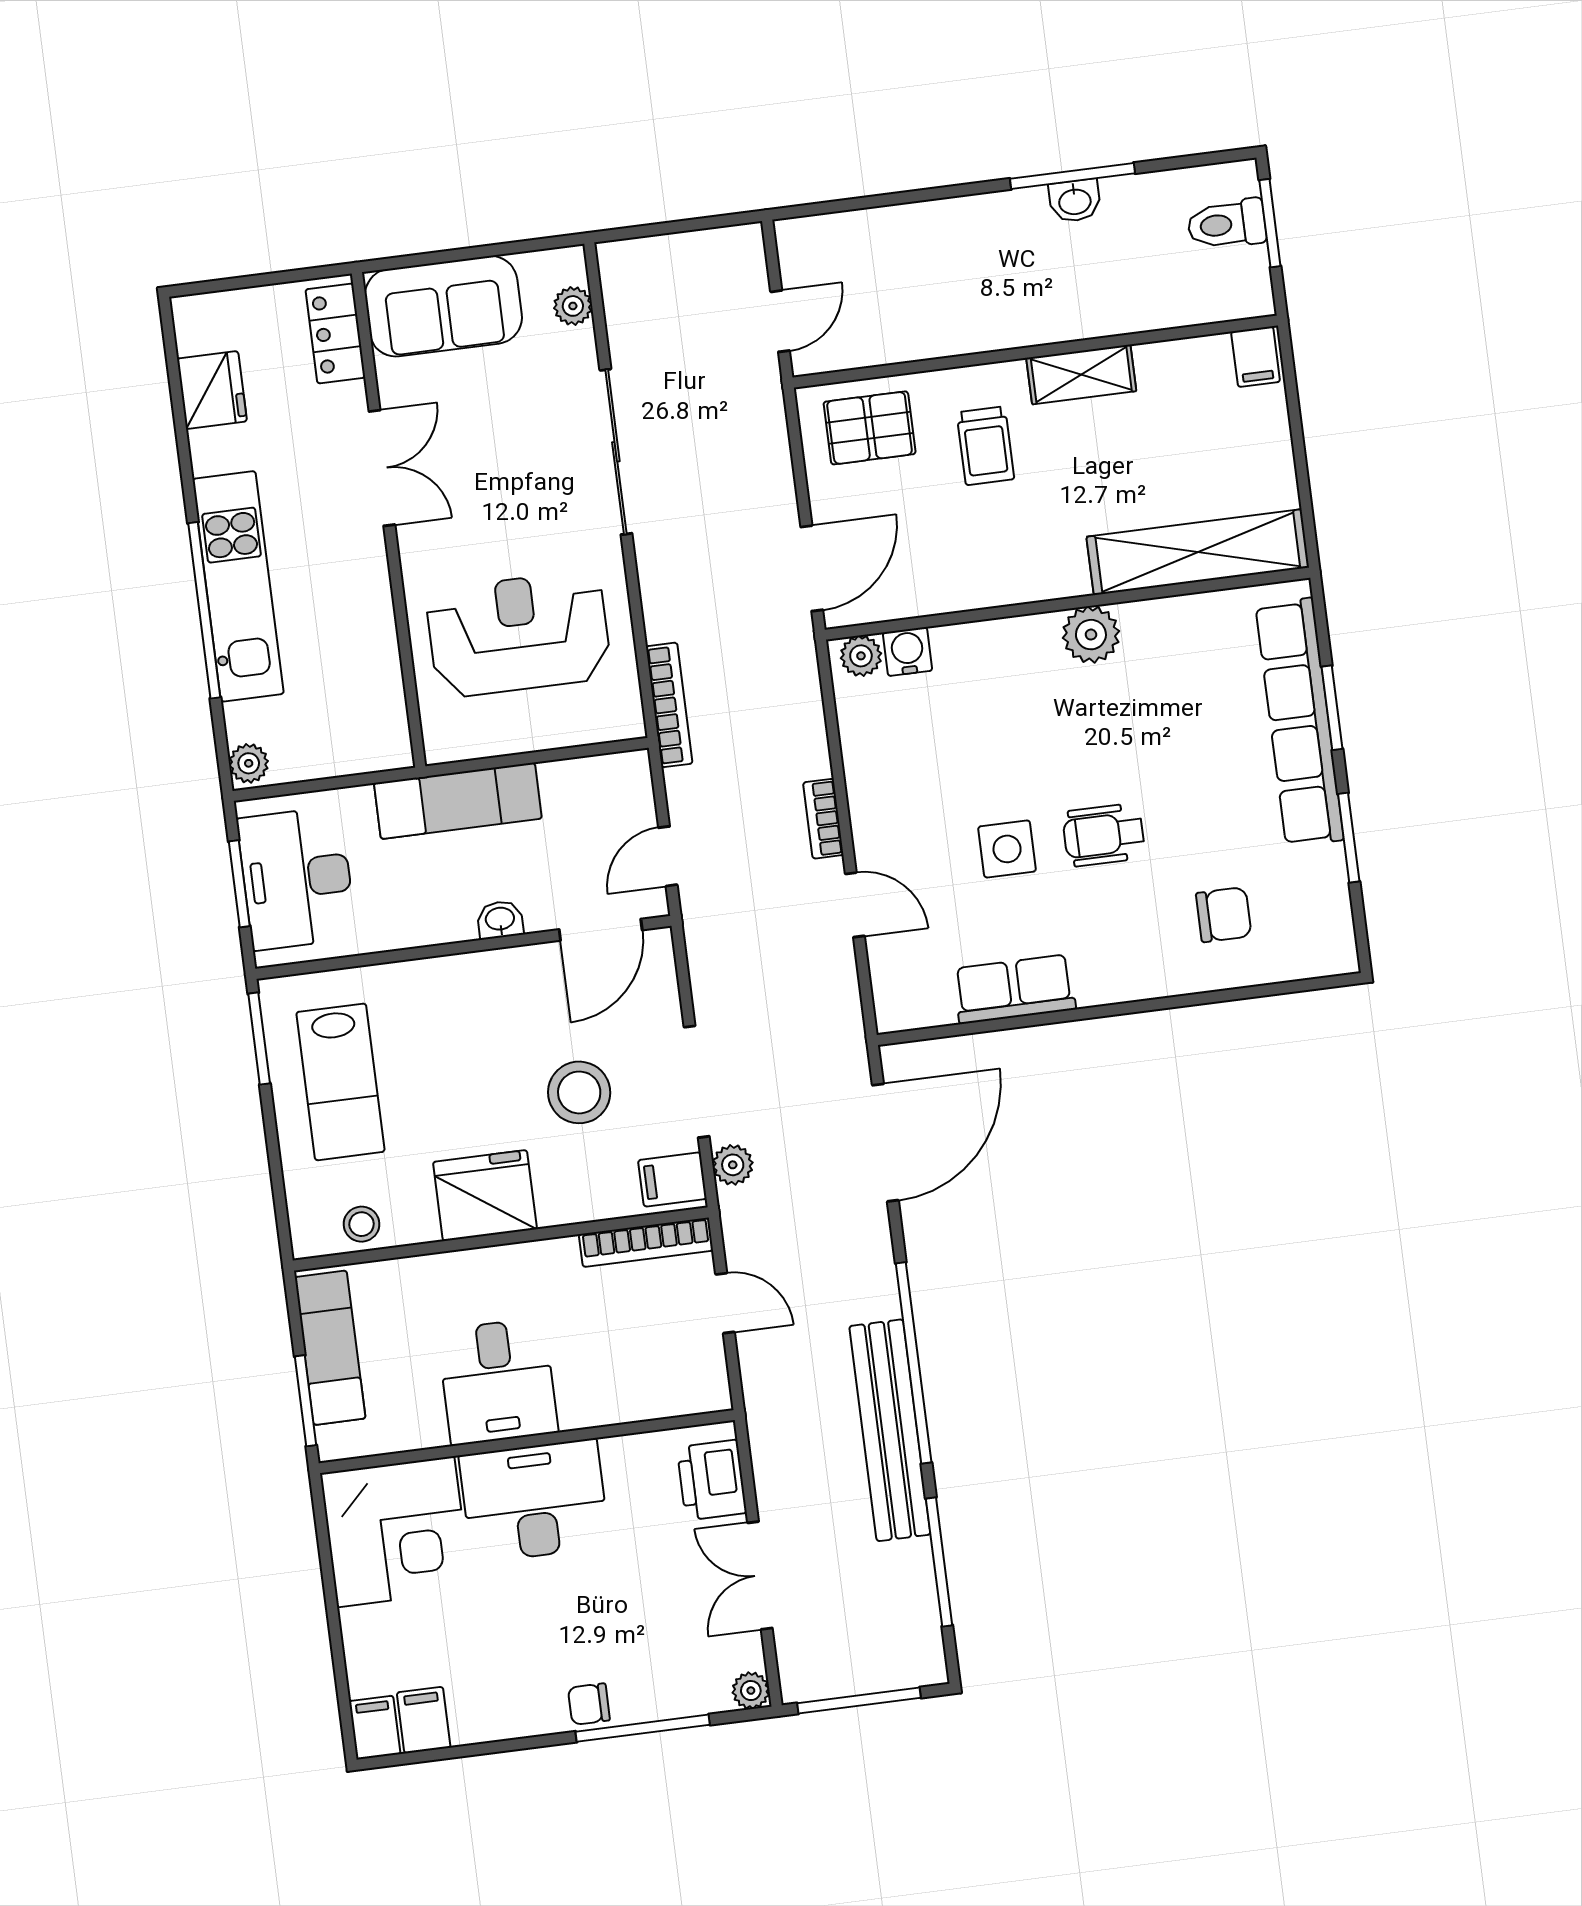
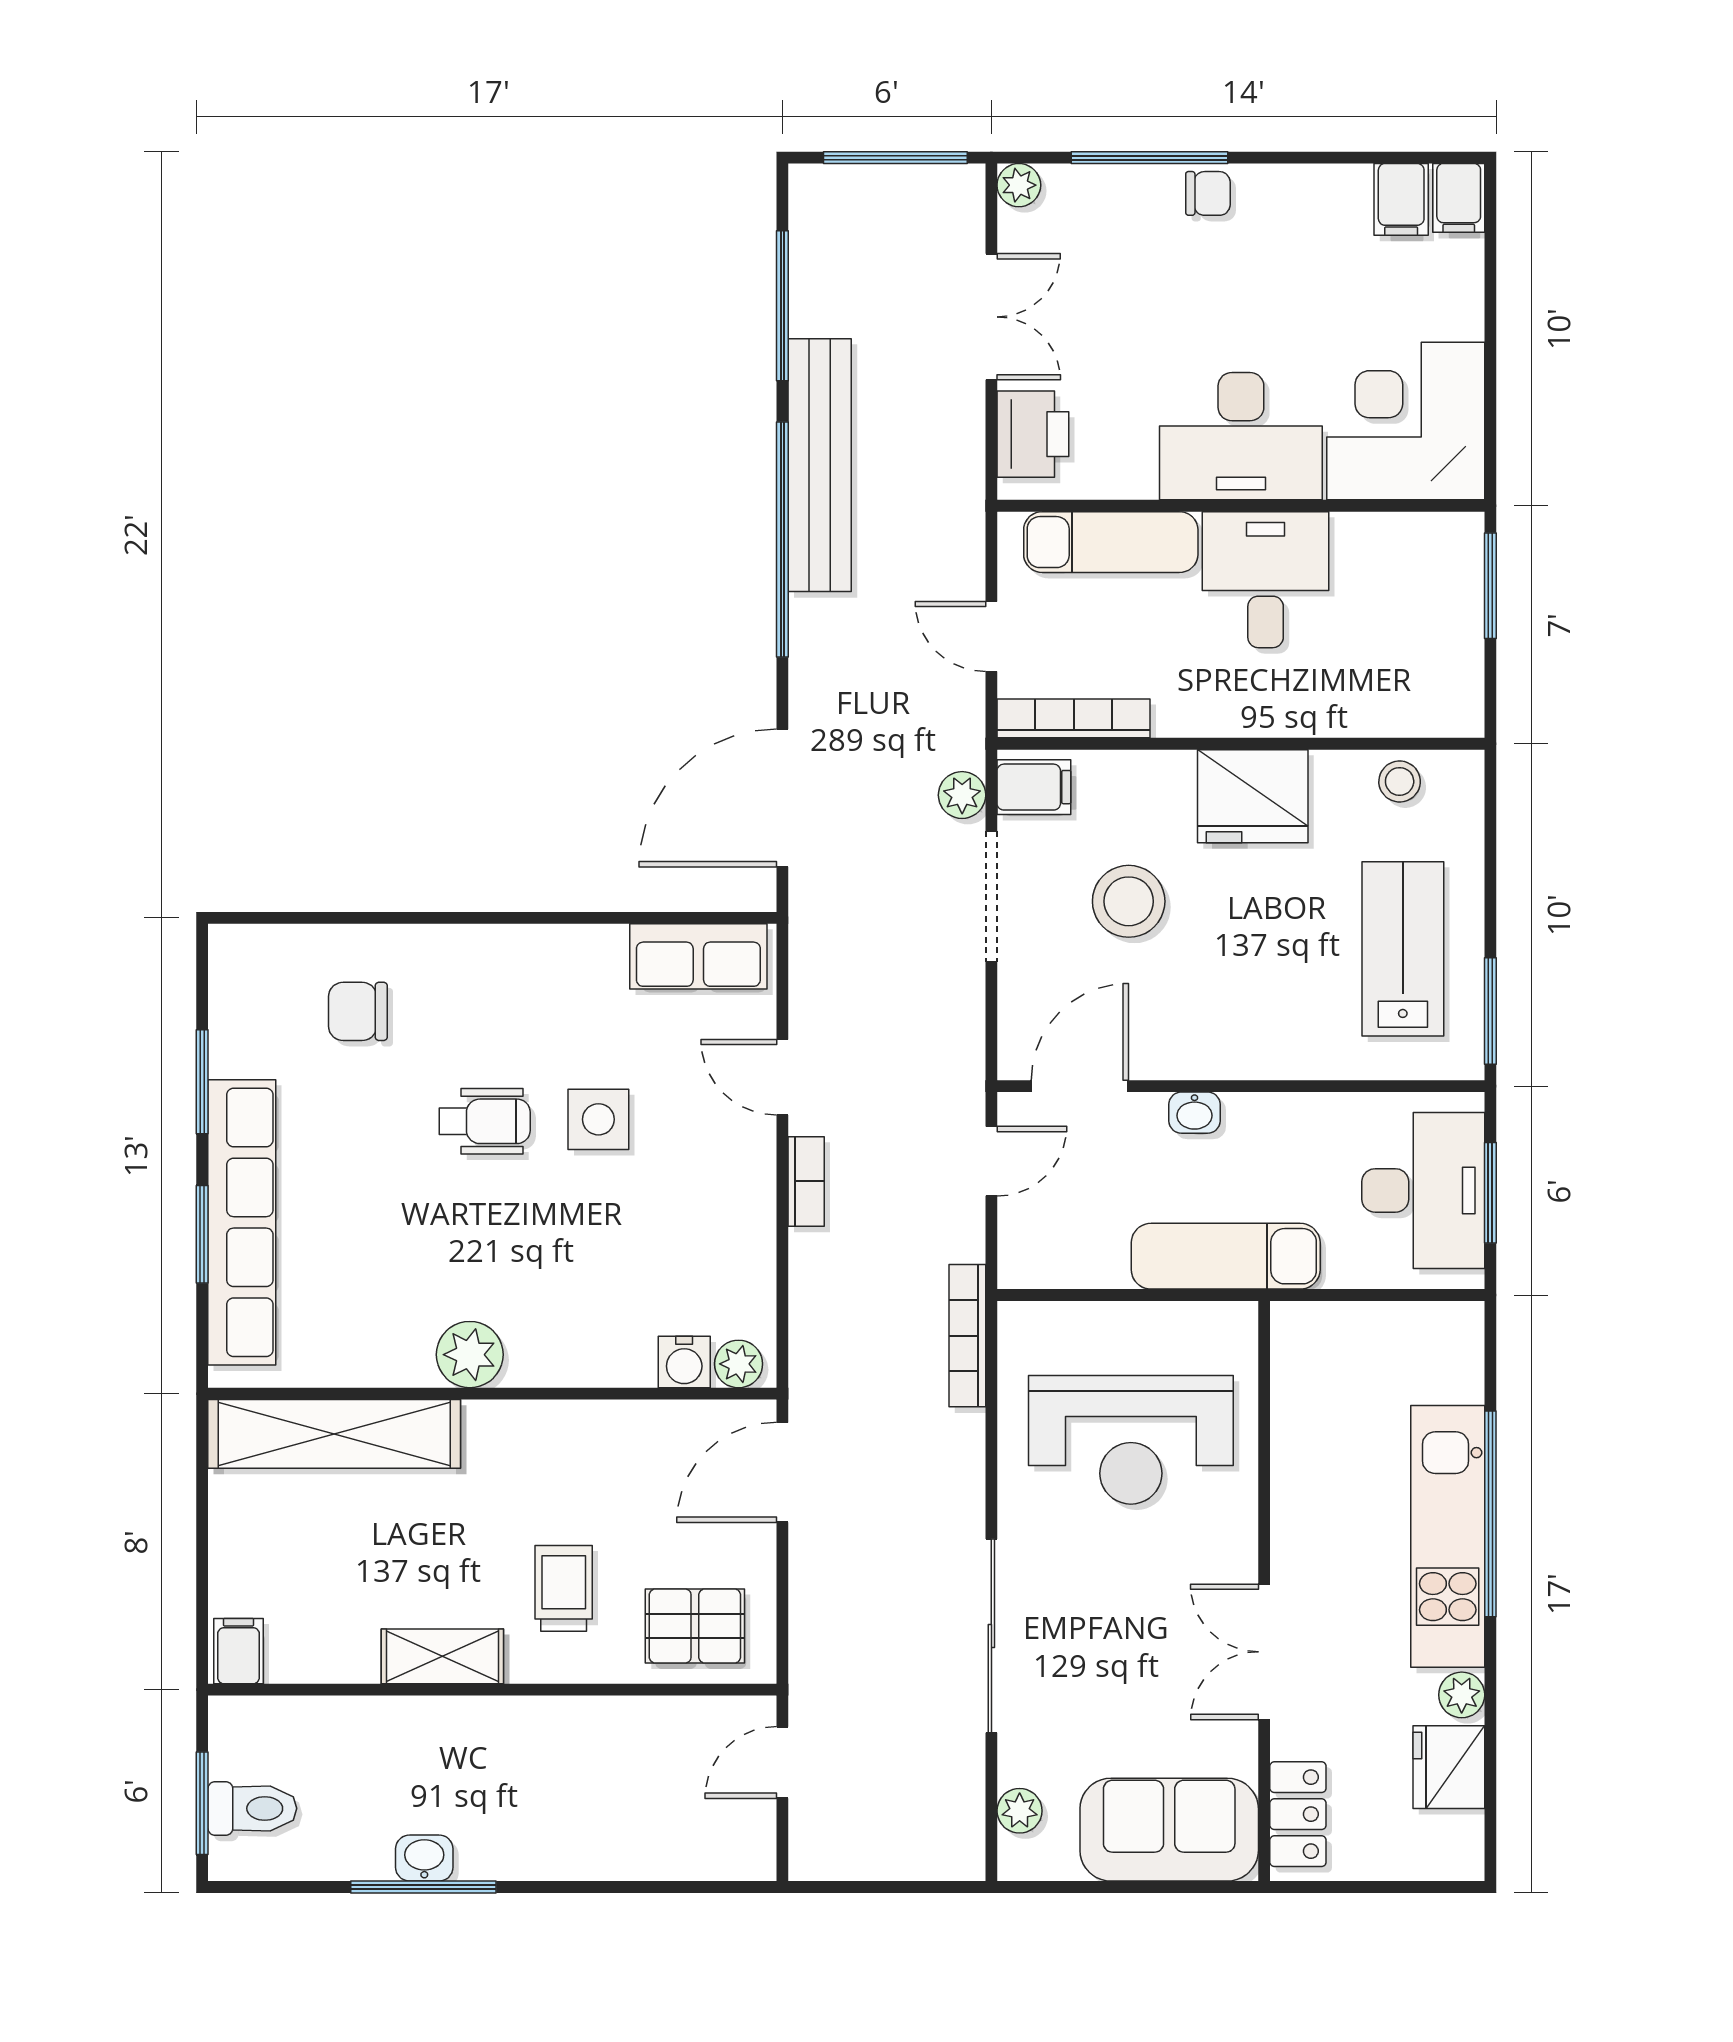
plant: (249, 763) -> (1462, 1695), moved
row of seats: (1014, 989) -> (698, 956), moved
exam couch: (330, 1348) -> (1111, 542), moved, turned -90

